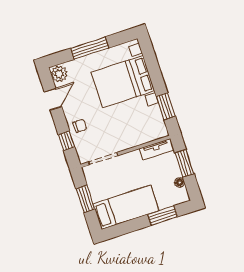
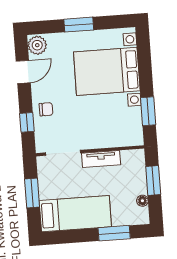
window: (90, 48) -> (79, 25), width x0.69
tv unit: (157, 149) -> (101, 159), moved

